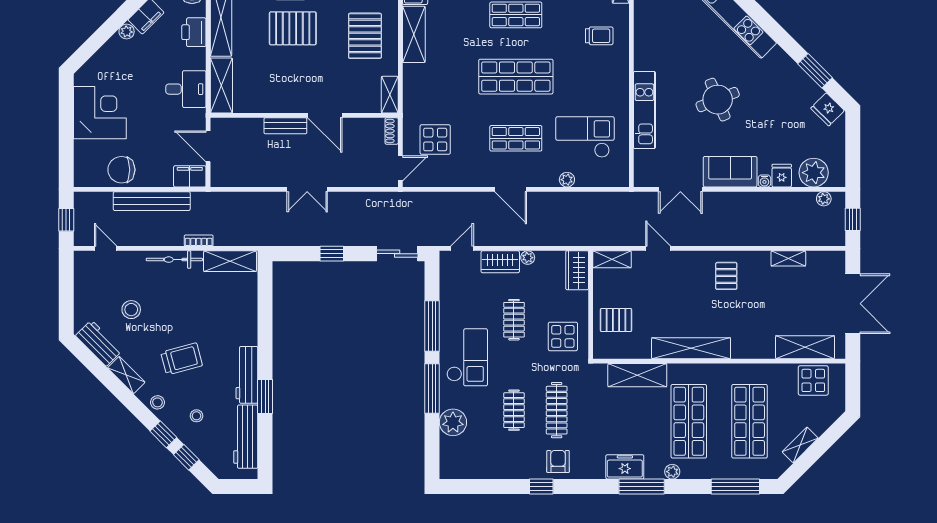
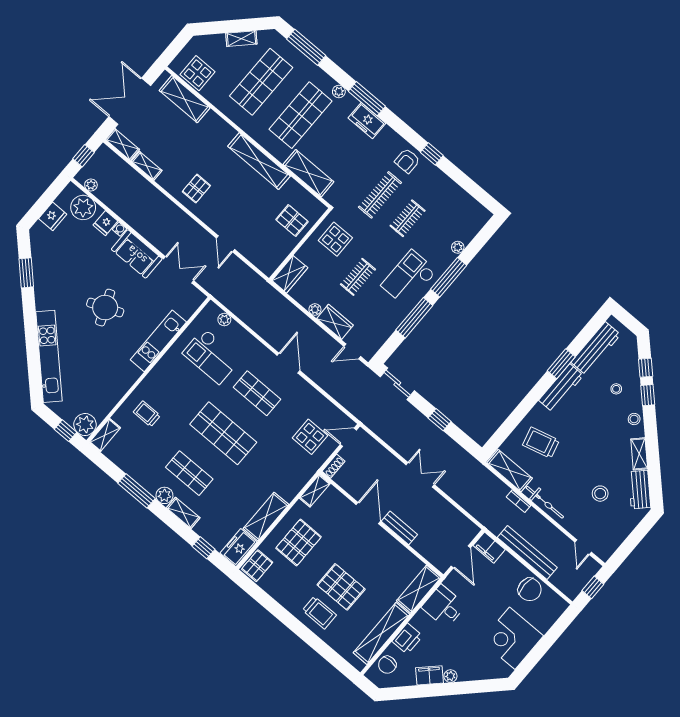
fridge: (828, 109) -> (53, 216), moved, turned 45
plant: (567, 180) -> (224, 319), moved
shelving: (612, 259) -> (123, 144), moved
trolley: (182, 359) -> (541, 443), moved
plant: (453, 422) -> (458, 247), width x0.53, depth x0.53

